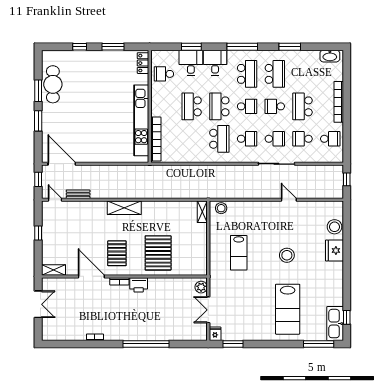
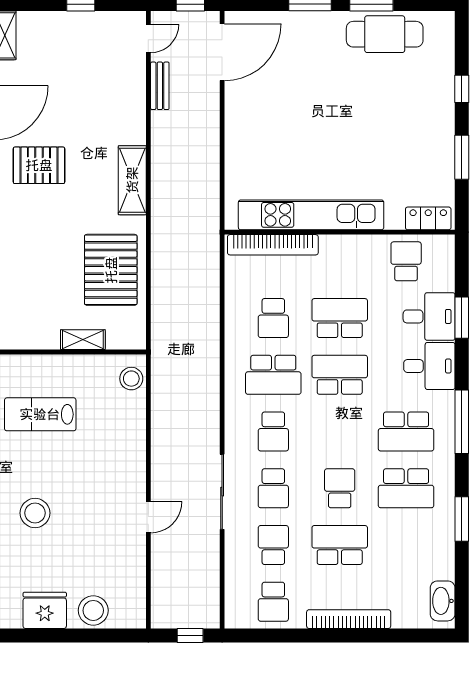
school desk: (247, 106) -> (273, 318), moved
shelving: (202, 212) -> (83, 340), moved
pallet: (158, 253) -> (111, 270), moved, turned 90

